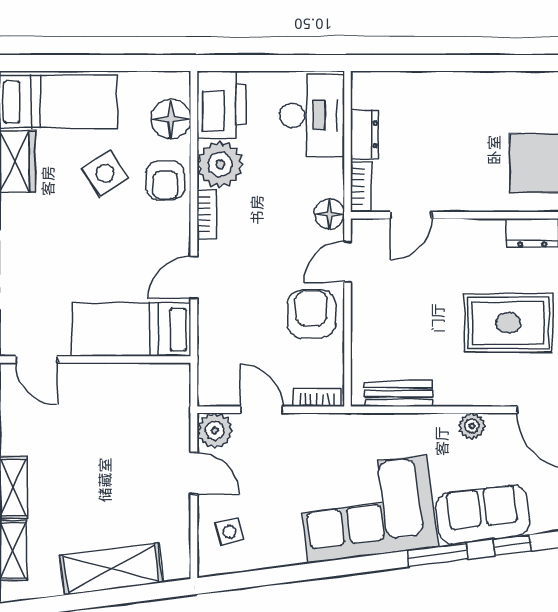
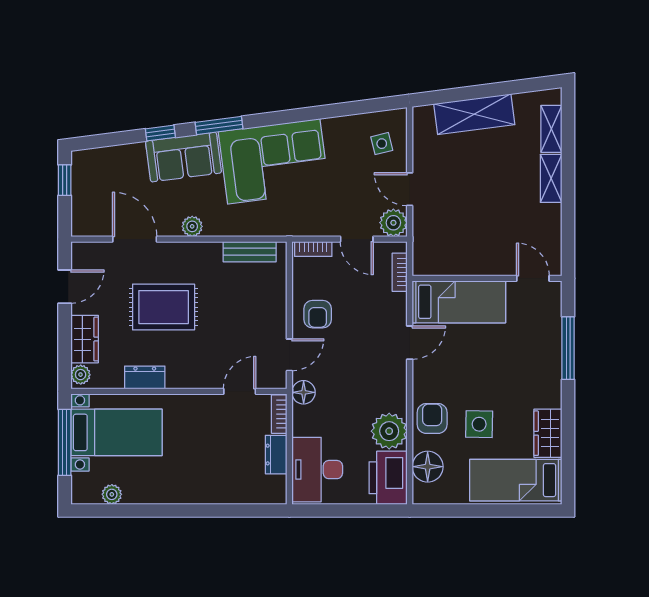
side table: (105, 173) -> (479, 424), turned 34
bookcase: (207, 214) -> (400, 272), moved
armchair: (311, 314) -> (318, 314), width x0.72, depth x0.72

